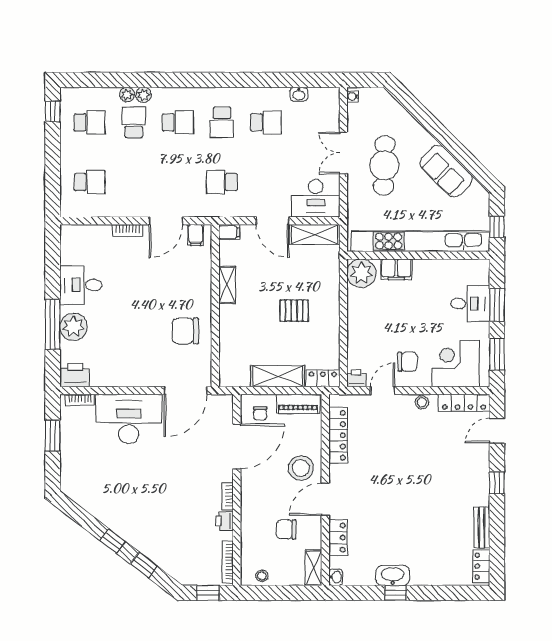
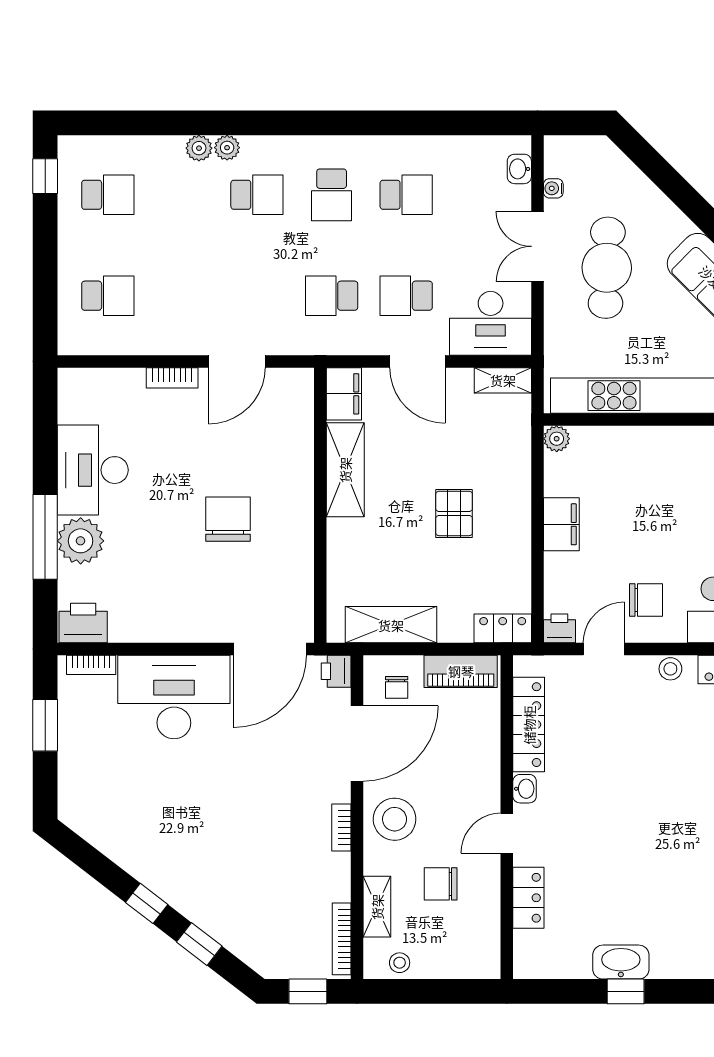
washbasin: (299, 94) -> (519, 169), moved, turned 90
plant: (127, 95) -> (227, 148), moved
water cooler: (353, 96) -> (553, 188), moved
school desk: (134, 122) -> (406, 296), moved, turned -90
filing cabinet: (229, 232) -> (344, 394), width x2.00
filing cabinet: (196, 235) -> (287, 386), removed
shelving: (315, 235) -> (503, 380), width x0.67, depth x0.75
filing cabinet: (396, 269) -> (561, 524), moved, turned -90
plant: (361, 273) -> (557, 439), width x0.53, depth x0.53
desk: (81, 285) -> (93, 470), width x1.37
shelving: (227, 285) -> (345, 470), width x1.50, depth x1.33
pallet: (294, 311) -> (454, 513), turned 90
chair: (185, 331) -> (228, 519), moved, turned 90
shelving: (278, 376) -> (391, 625), moved
stool: (301, 468) -> (395, 819), moved
door: (325, 499) -> (507, 833), width x0.73
printer: (225, 521) -> (336, 671), moved
shelving: (314, 568) -> (377, 907), moved
washbasin: (336, 577) -> (525, 789), moved

